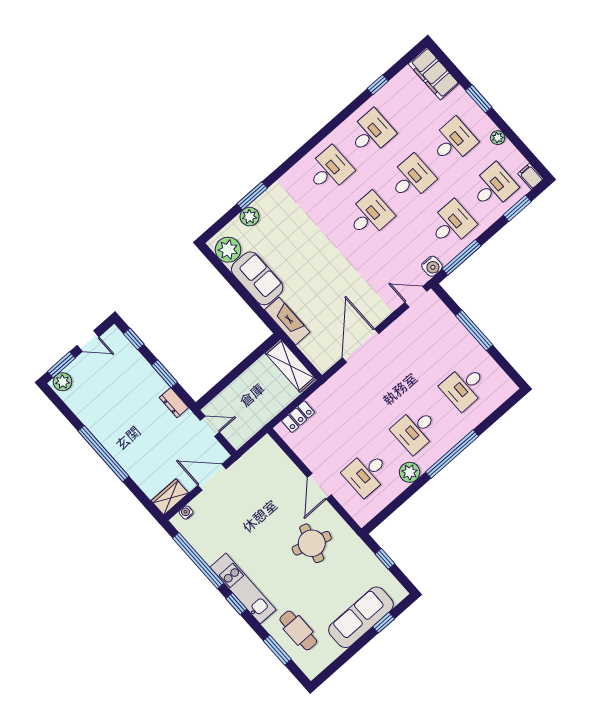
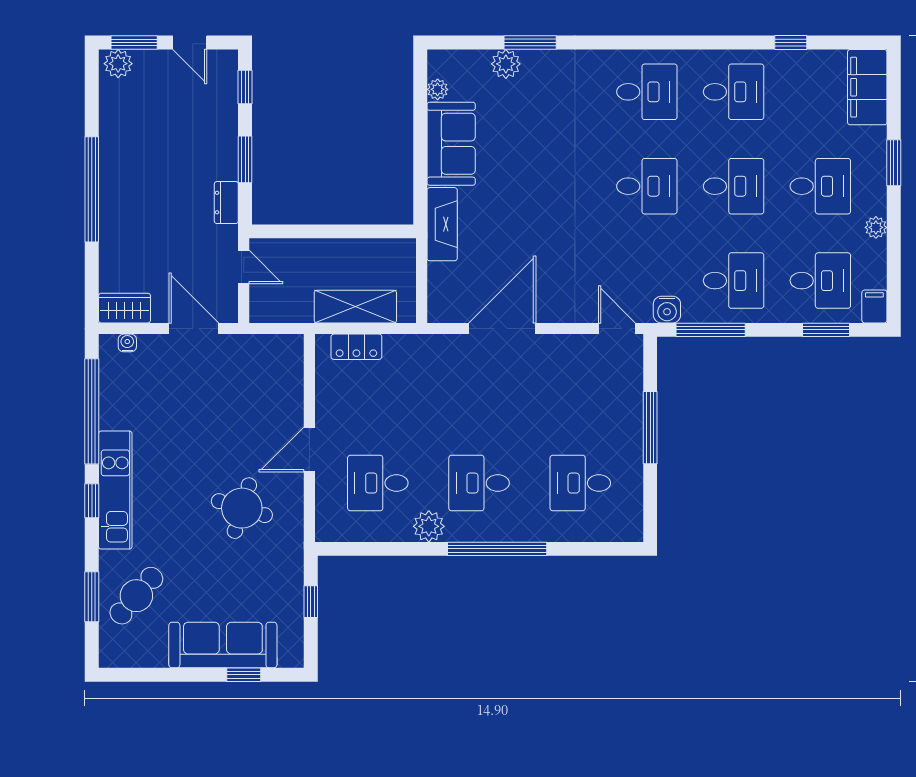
plant: (228, 250) -> (438, 89), width x0.53, depth x0.53
shelving: (290, 366) -> (355, 307), moved, turned 90
cafe table: (298, 630) -> (136, 596), turned 41

